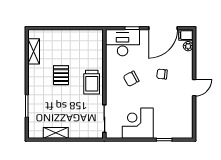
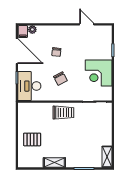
shelving: (34, 51) -> (54, 163), moved
pallet: (61, 75) -> (32, 139), moved
door: (194, 88) -> (87, 24), moved
shelving: (56, 133) -> (107, 157), moved

